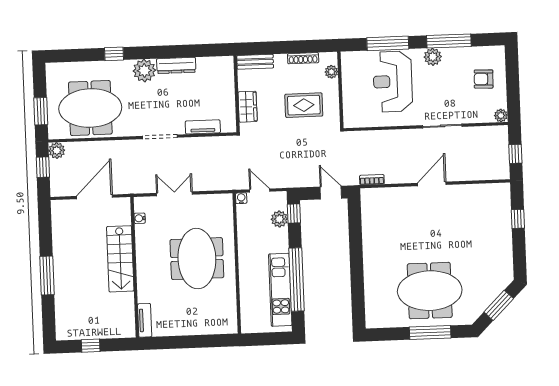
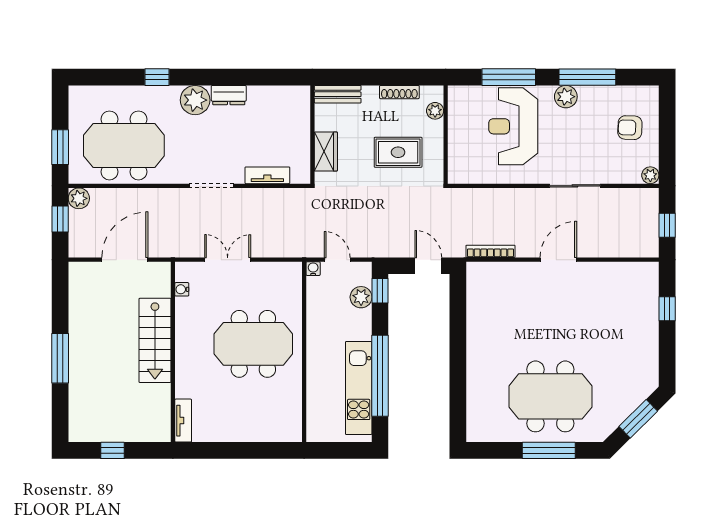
dresser: (176, 65) -> (229, 95), width x0.70
bookcase: (372, 180) -> (490, 251), width x1.56
meeting table: (197, 259) -> (253, 344), turned 90

